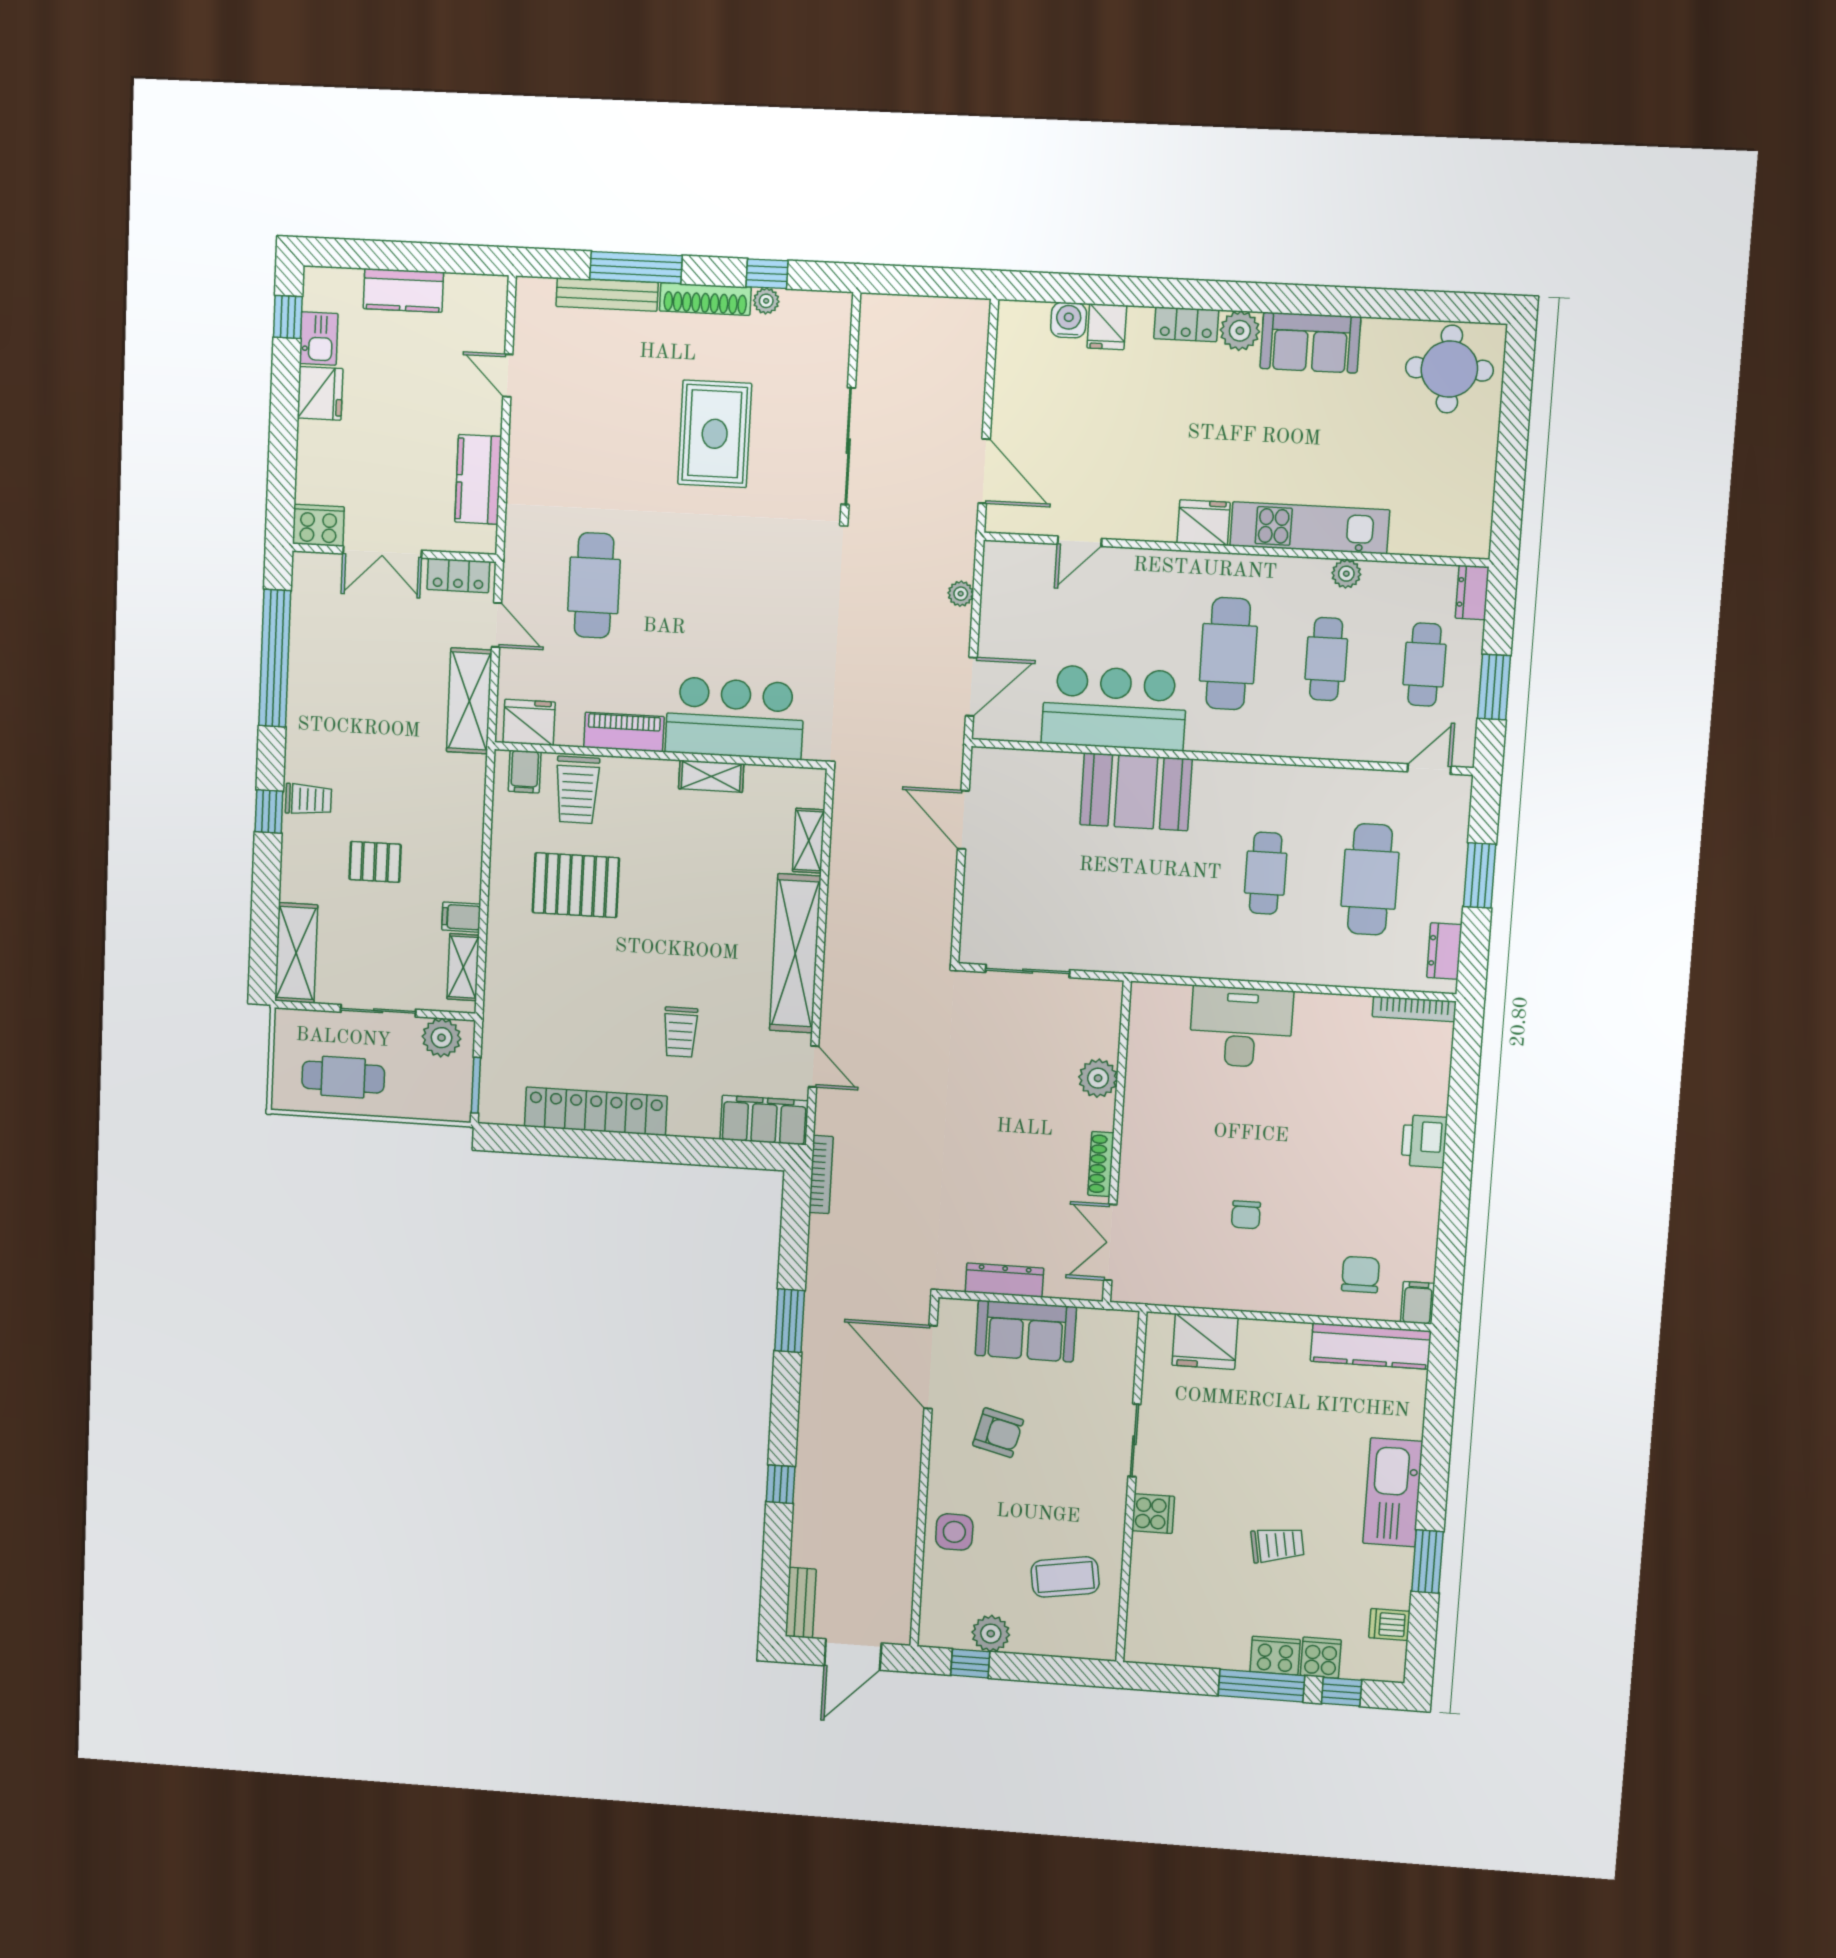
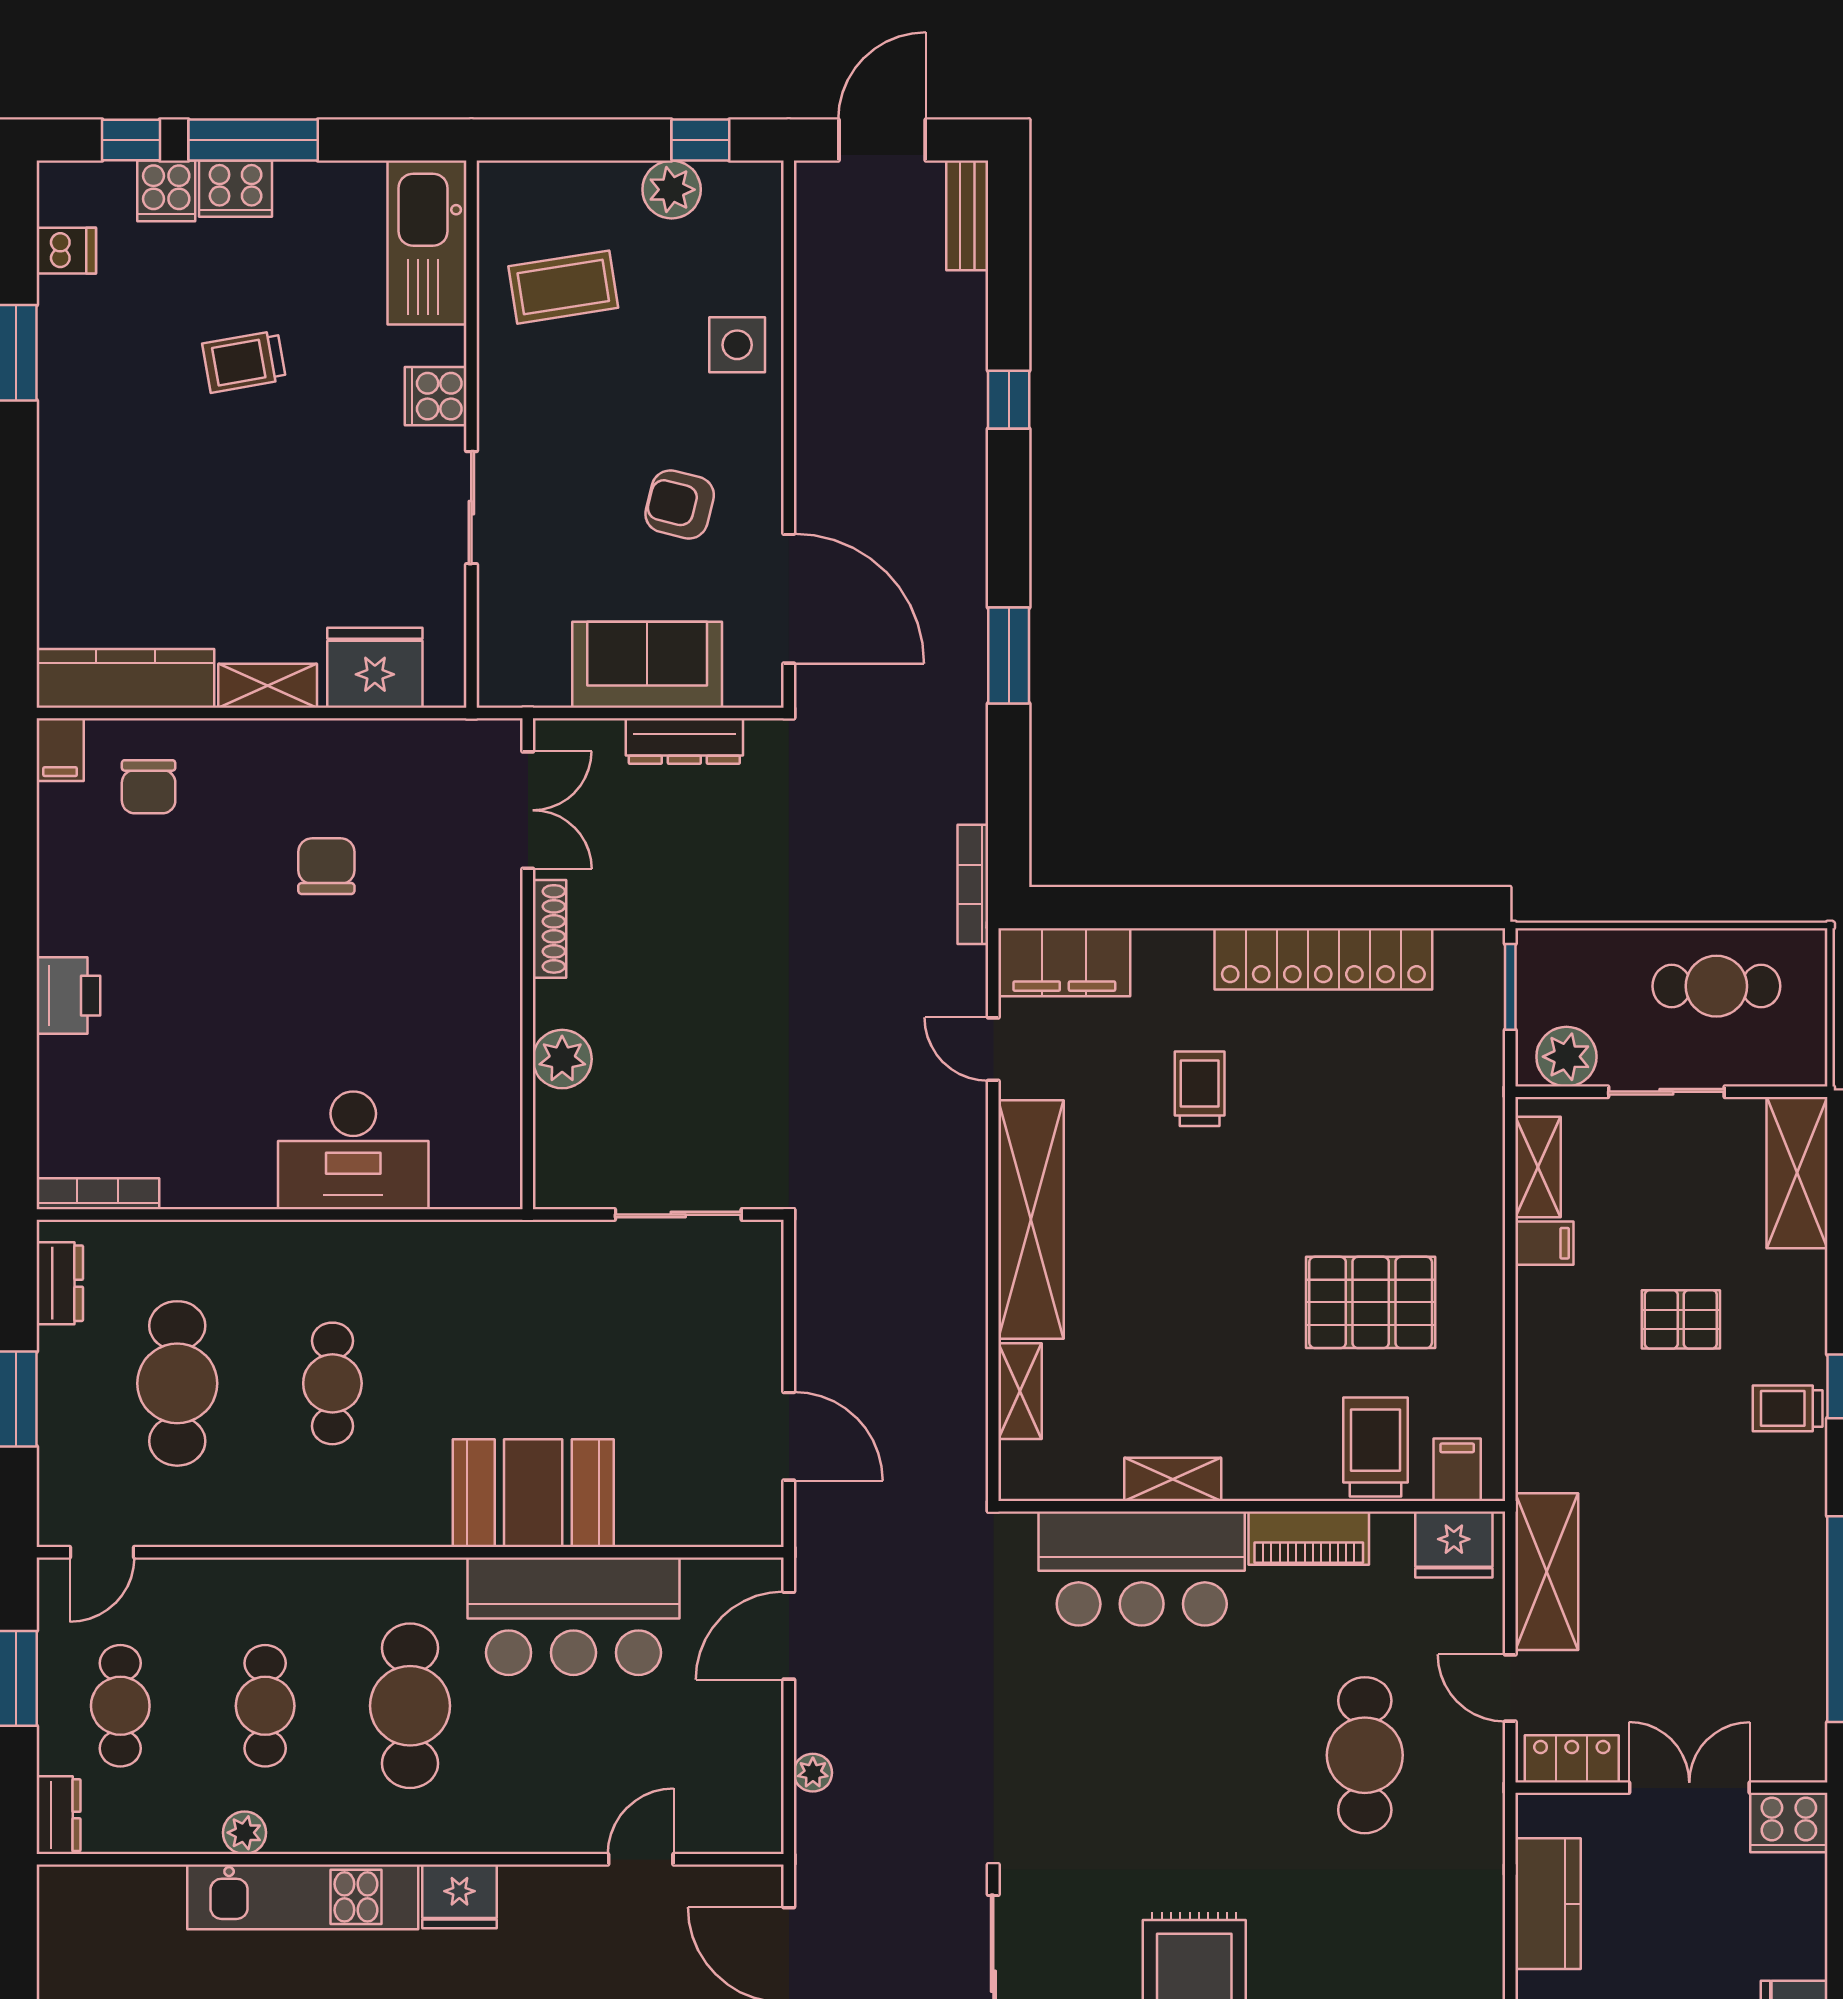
chair: (1246, 1215) -> (326, 866), width x1.37, depth x1.37
shelving: (1277, 1335) -> (268, 686), added
kitchen sink: (1393, 1492) -> (427, 243), moved, turned 180

